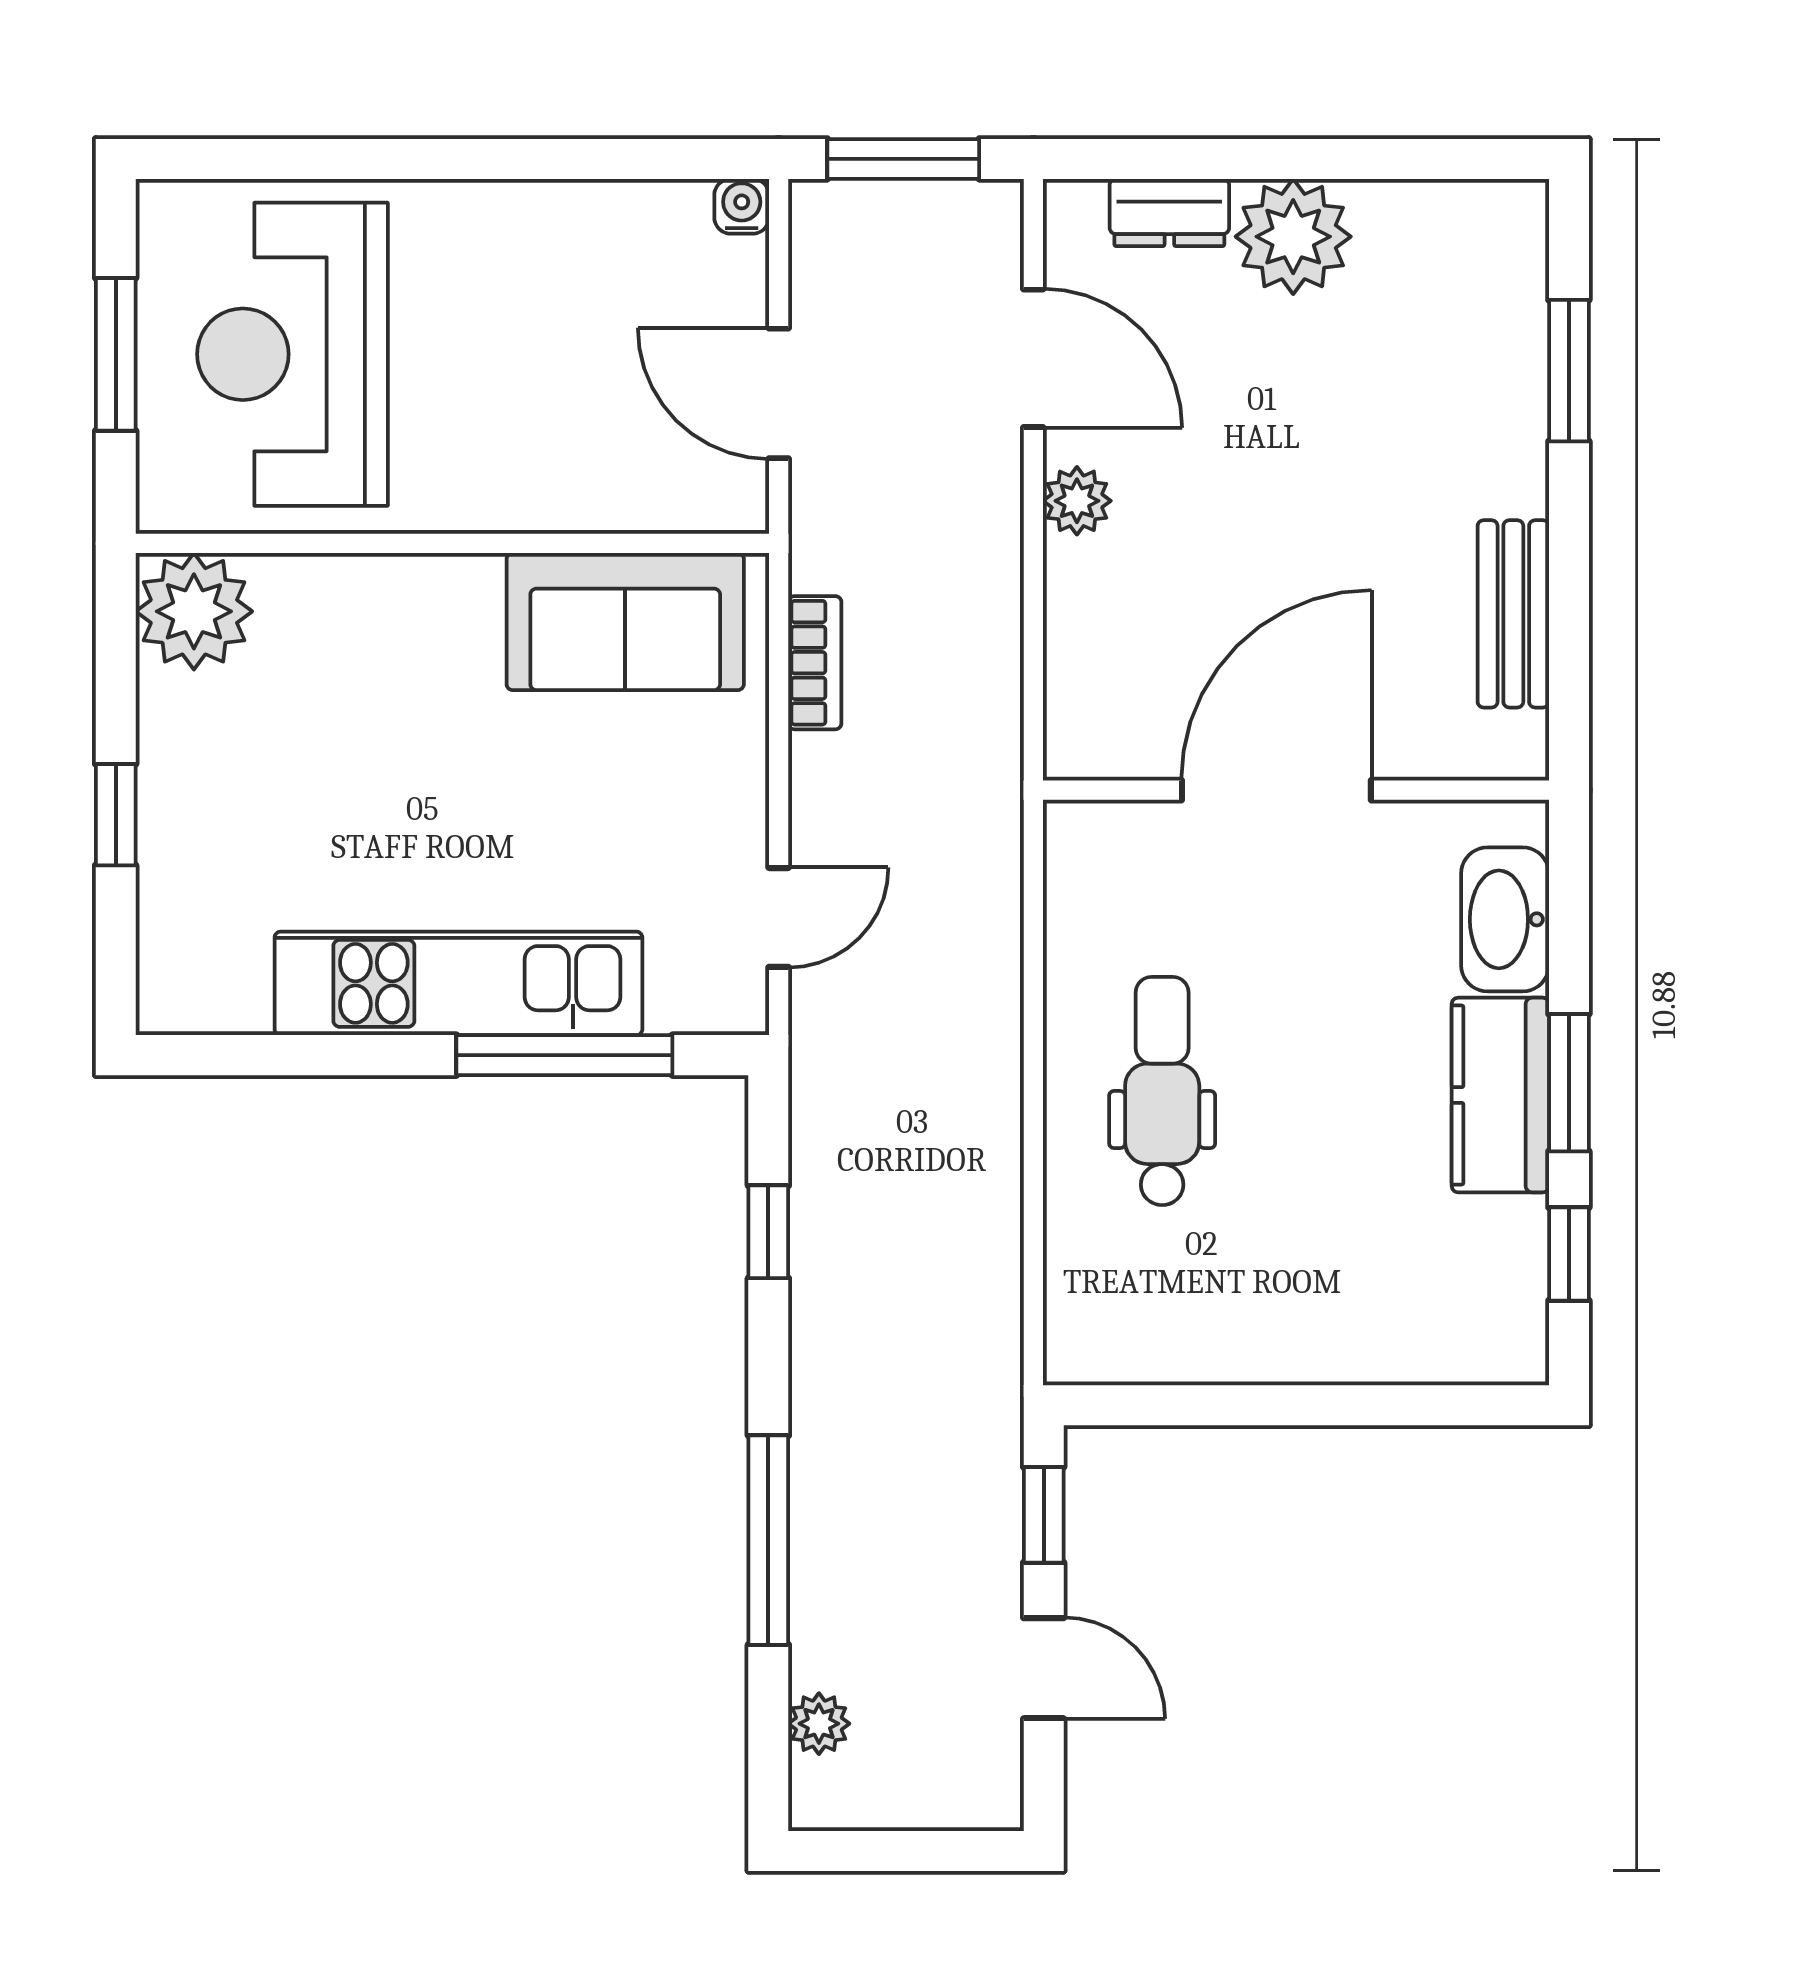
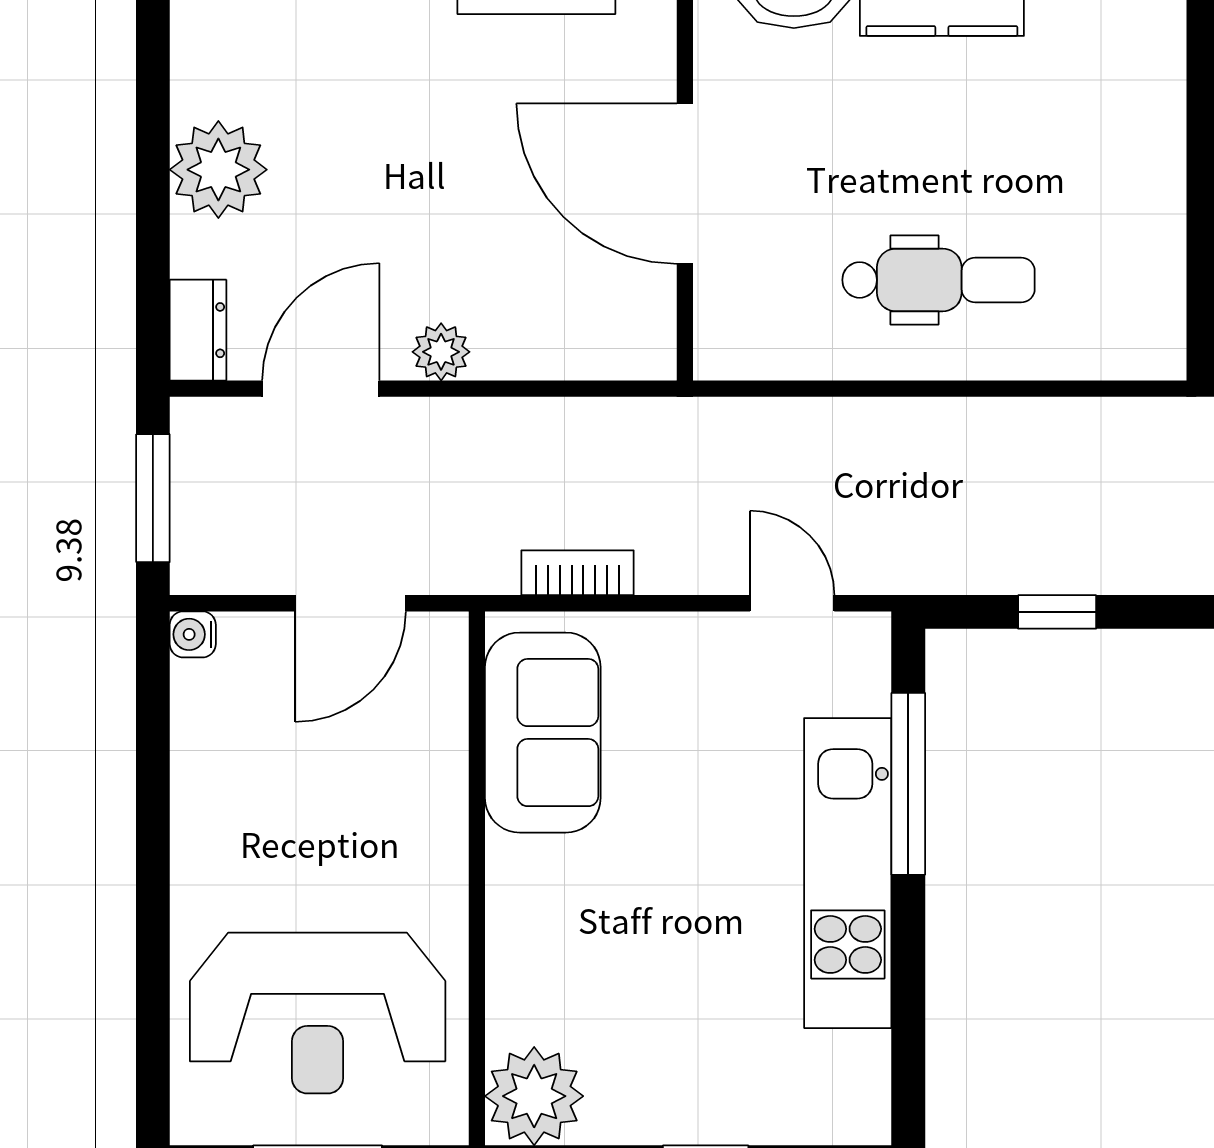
dresser: (1169, 212) -> (198, 330), moved
dental chair: (1162, 1091) -> (939, 280), turned 180

